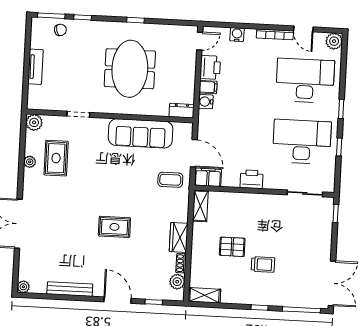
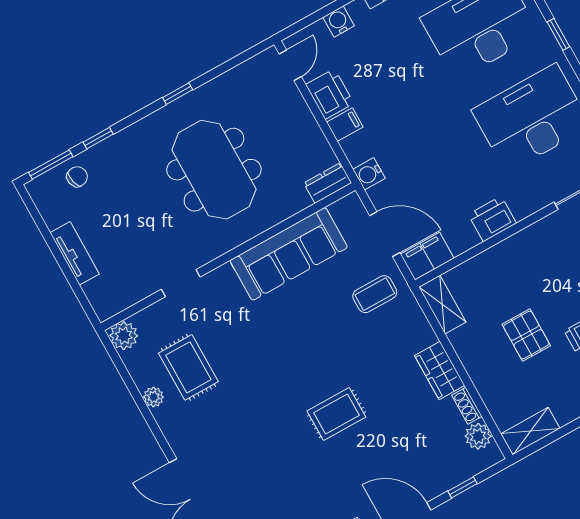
water cooler: (206, 102) -> (369, 174), moved
pallet: (232, 247) -> (526, 335), turned 90

